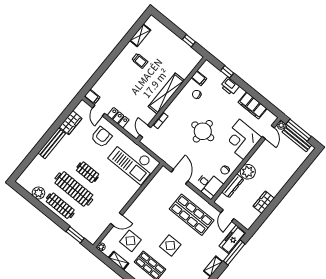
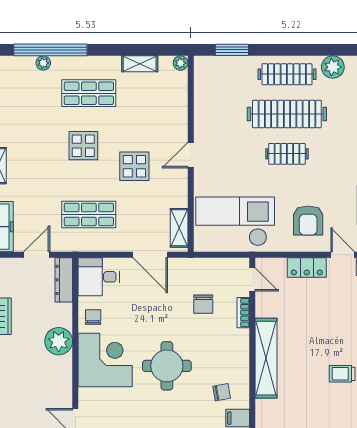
round table: (203, 131) -> (167, 366), moved
chair: (174, 138) -> (203, 304), added
corner desk: (242, 139) -> (105, 360), moved
shelving: (158, 178) -> (179, 228), added
dresser: (233, 186) -> (64, 280), moved
shop shelf: (192, 215) -> (89, 214), width x0.70, depth x0.74
door: (227, 216) -> (37, 255), hinge flipped
door: (116, 219) -> (191, 155), moved
display table: (130, 241) -> (134, 166), moved

